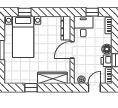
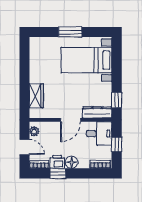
window: (25, 12) -> (117, 100), moved
door: (72, 50) -> (71, 120), swing flipped
wardrobe: (52, 78) -> (36, 96), width x0.67
window: (31, 88) -> (24, 70), removed

